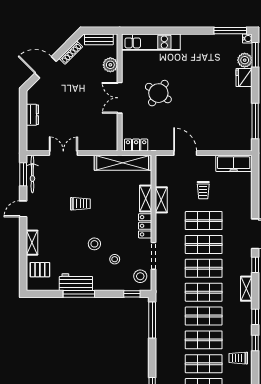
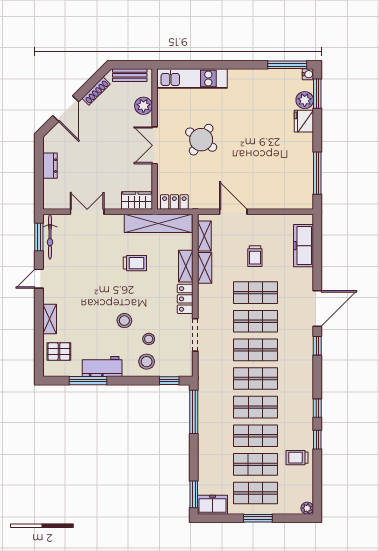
door: (46, 67) -> (66, 109), swing flipped
wardrobe: (105, 144) -> (137, 200), added
freezer: (234, 163) -> (304, 246), moved, turned 90
trolley: (80, 204) -> (135, 263), moved
stool: (140, 276) -> (147, 362), moved
shelving: (246, 289) -> (204, 236), moved
window: (79, 294) -> (88, 381), moved

